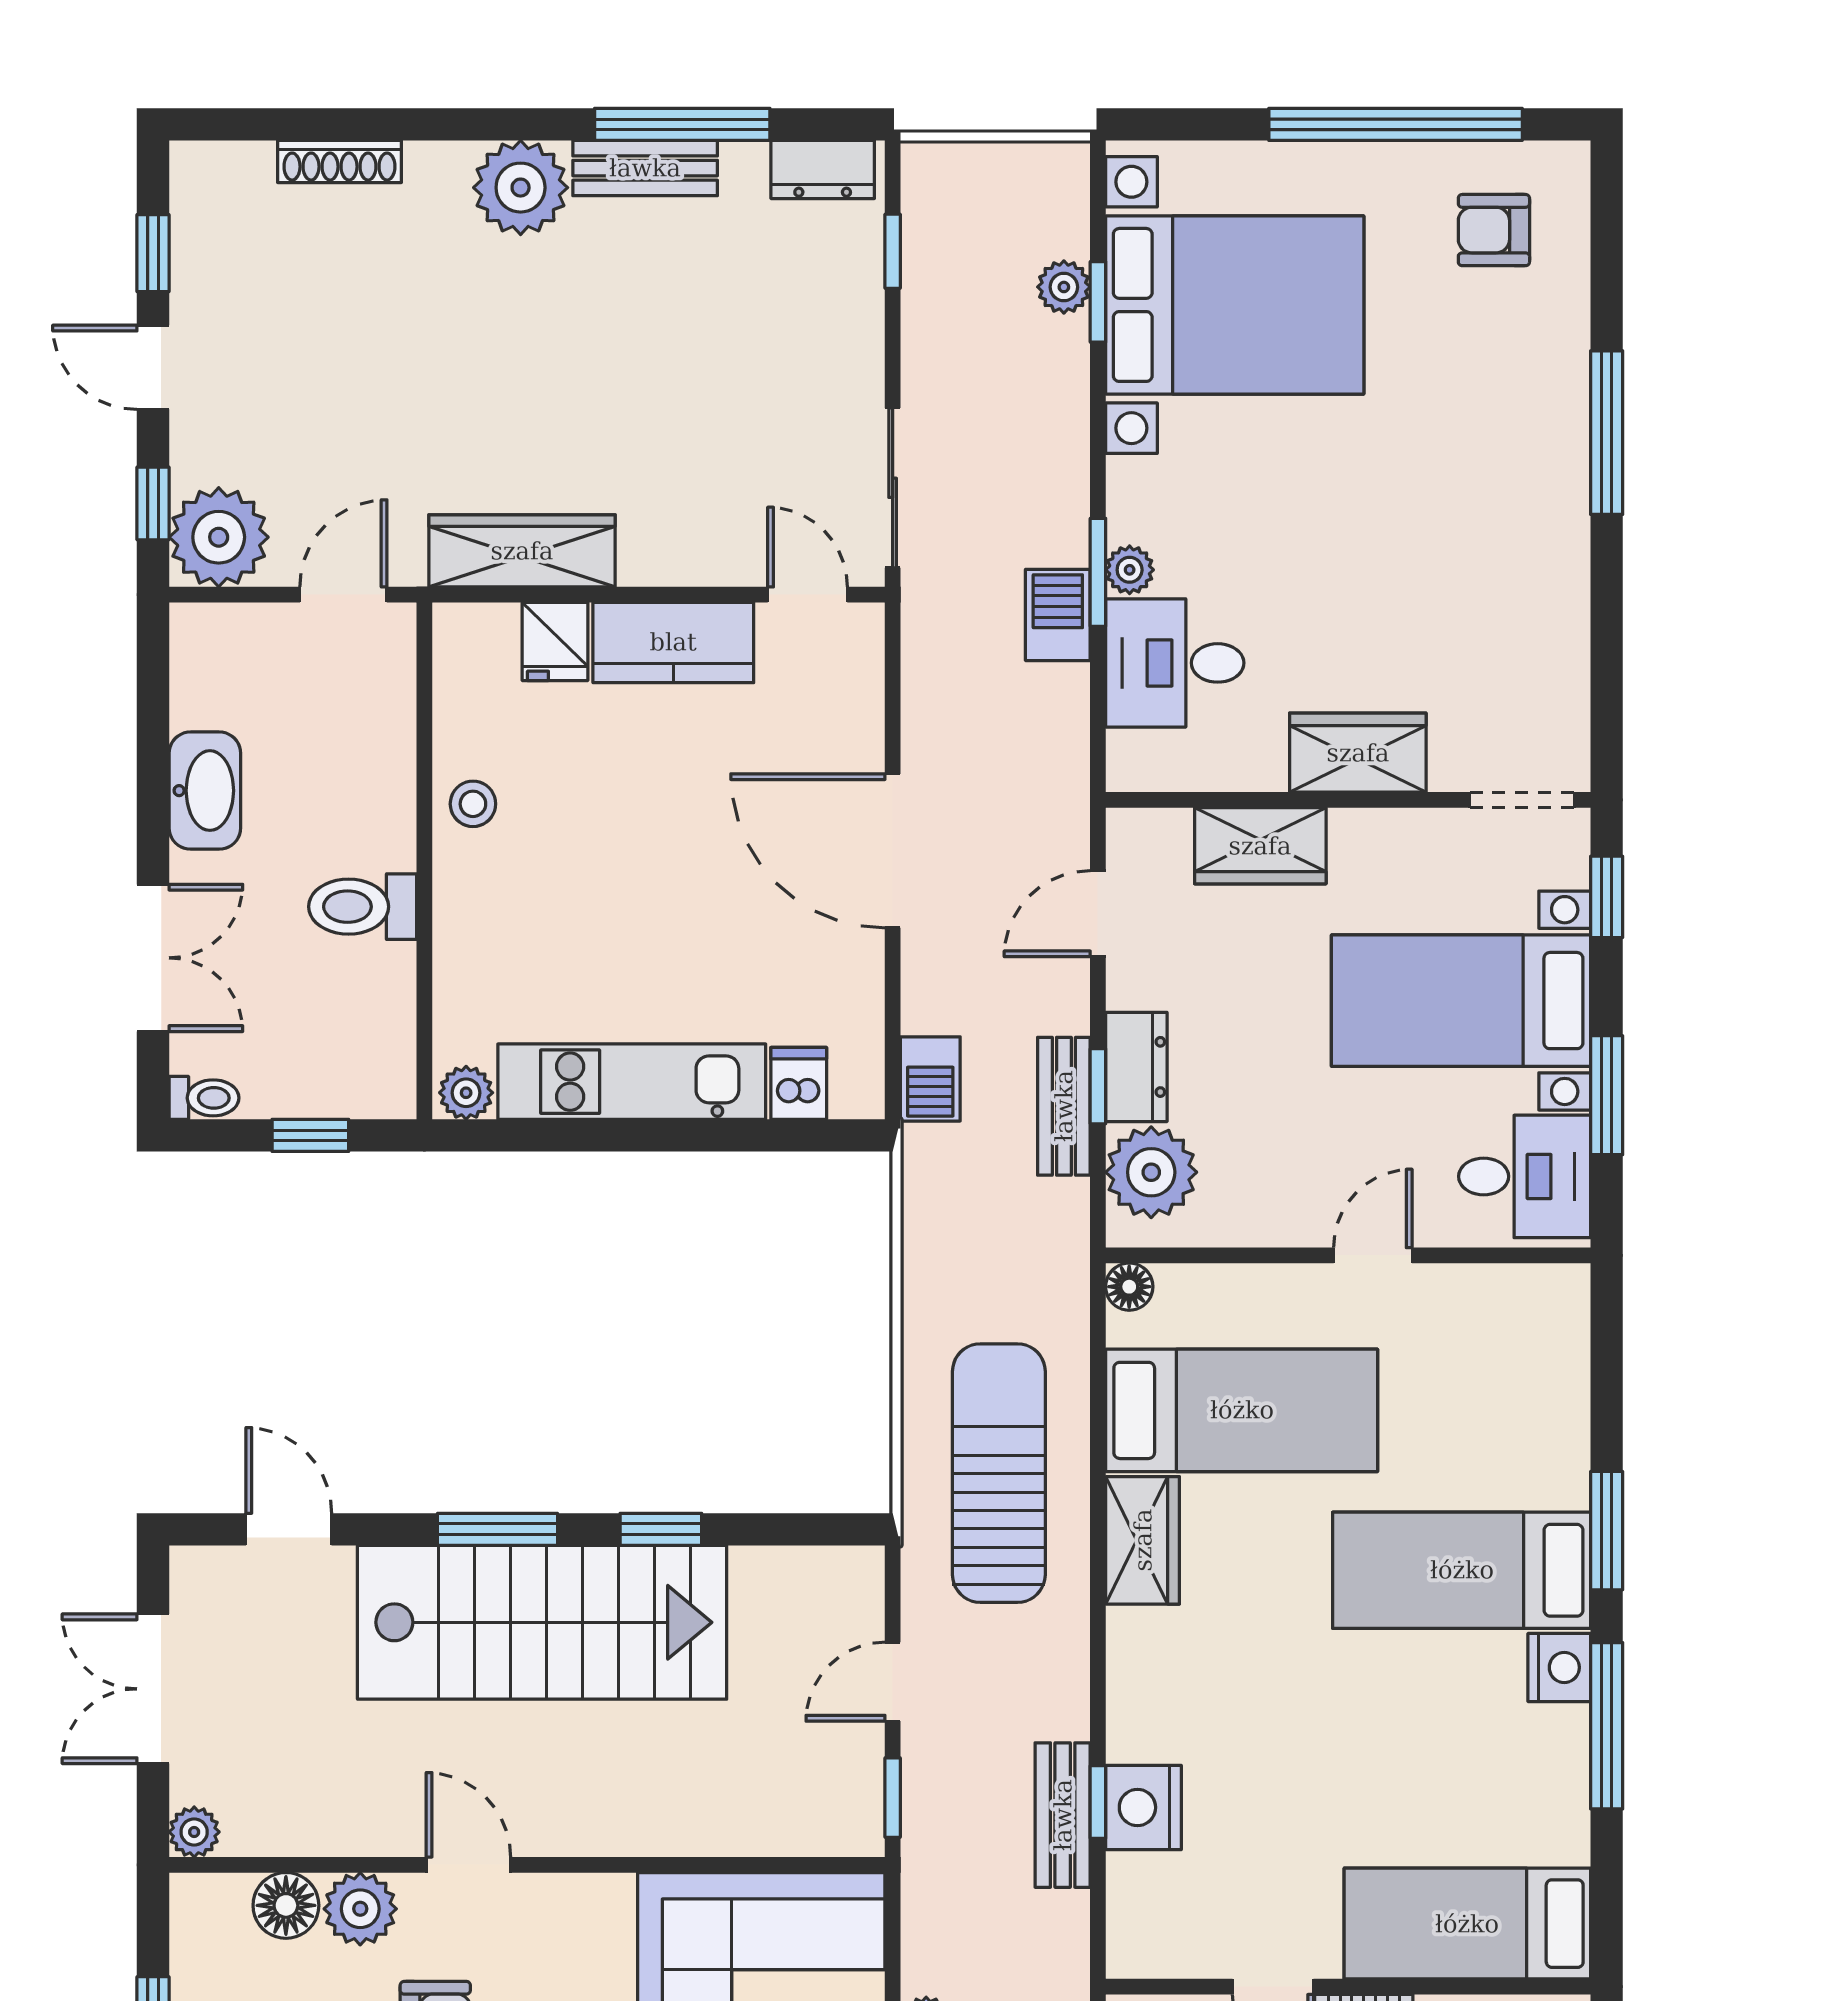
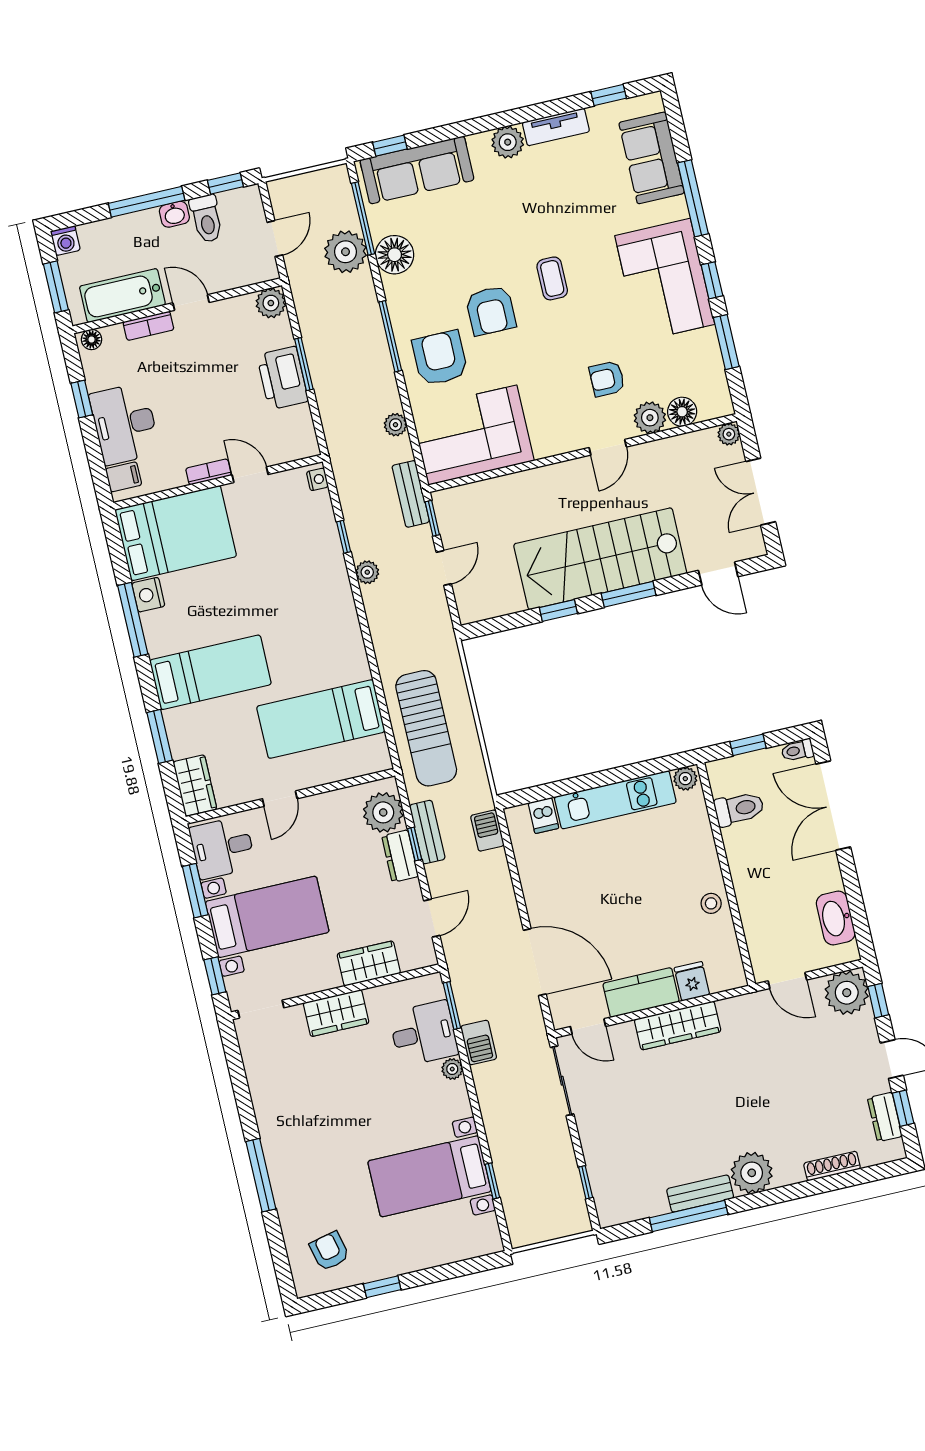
window: (1396, 124) -> (382, 1287), width x0.32
dresser: (823, 170) -> (885, 1117), moved, turned -90
armchair: (1494, 230) -> (329, 1251), turned -103
plant: (1064, 287) -> (367, 572), moved
bed with nightstands: (1235, 305) -> (429, 1176), width x0.73
wardrobe: (522, 551) -> (678, 1026), moved
window: (1098, 572) -> (452, 1006), moved
door: (343, 595) -> (787, 980), hinge flipped
washbasin: (205, 791) -> (836, 918), moved
door: (893, 851) -> (535, 962), moved
toilet: (363, 907) -> (739, 809), moved
double door: (153, 958) -> (833, 805), width x1.37
floor lamp: (1129, 1287) -> (381, 761), removed
sun lounger: (999, 1473) -> (426, 728), moved
window: (1607, 1531) -> (160, 736), moved
wardrobe: (1143, 1540) -> (195, 785), moved, turned 180
nightstand: (1559, 1667) -> (148, 595), moved
double door: (153, 1689) -> (761, 492), swing flipped
nightstand: (1143, 1807) -> (317, 479), moved, width x0.53, depth x0.56
bench: (1063, 1815) -> (411, 494), moved
door: (468, 1865) -> (608, 447), hinge flipped
bed: (1467, 1924) -> (176, 533), width x1.50

